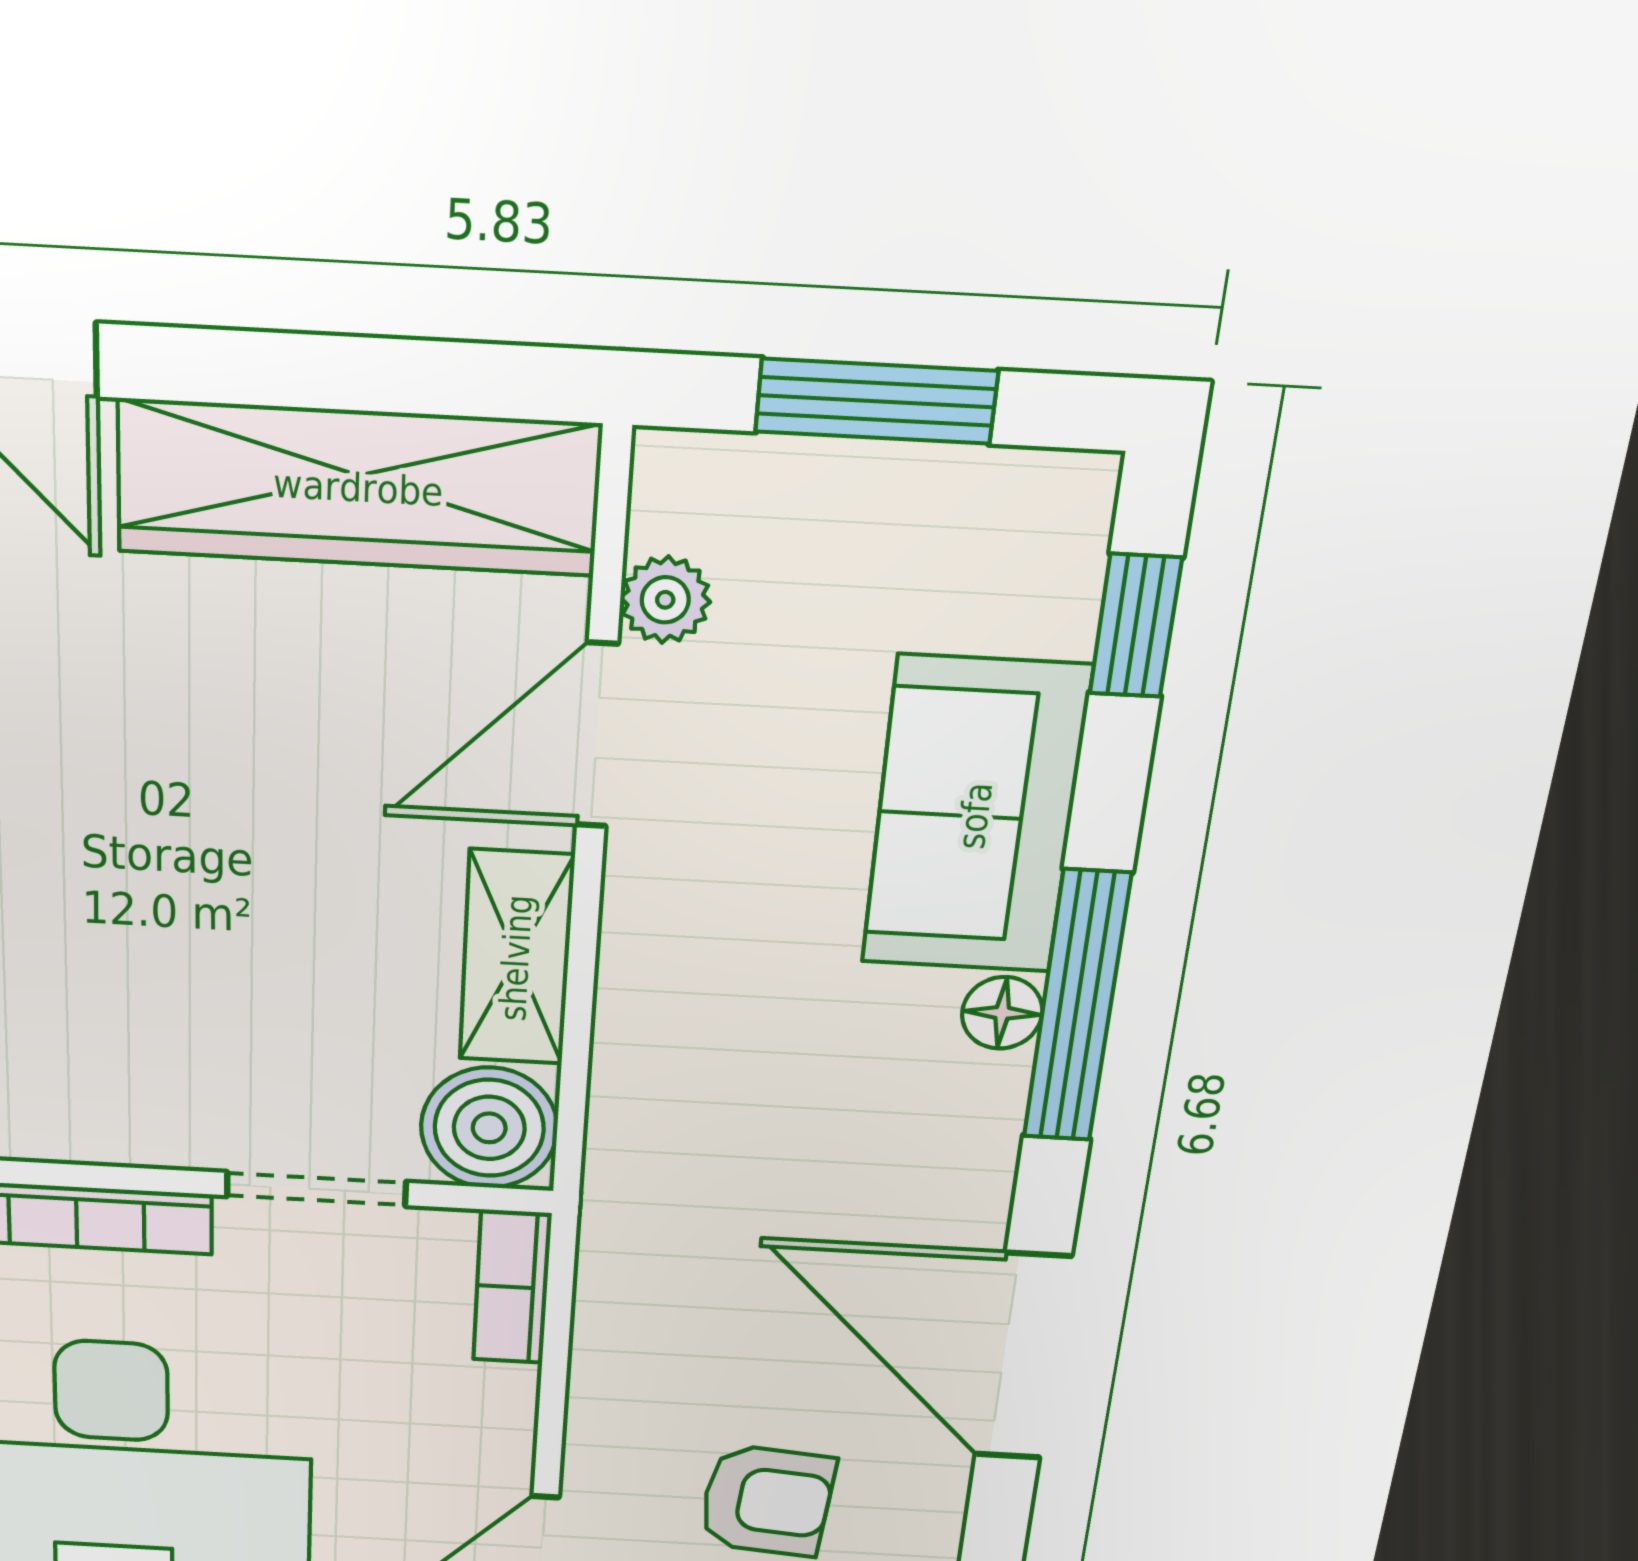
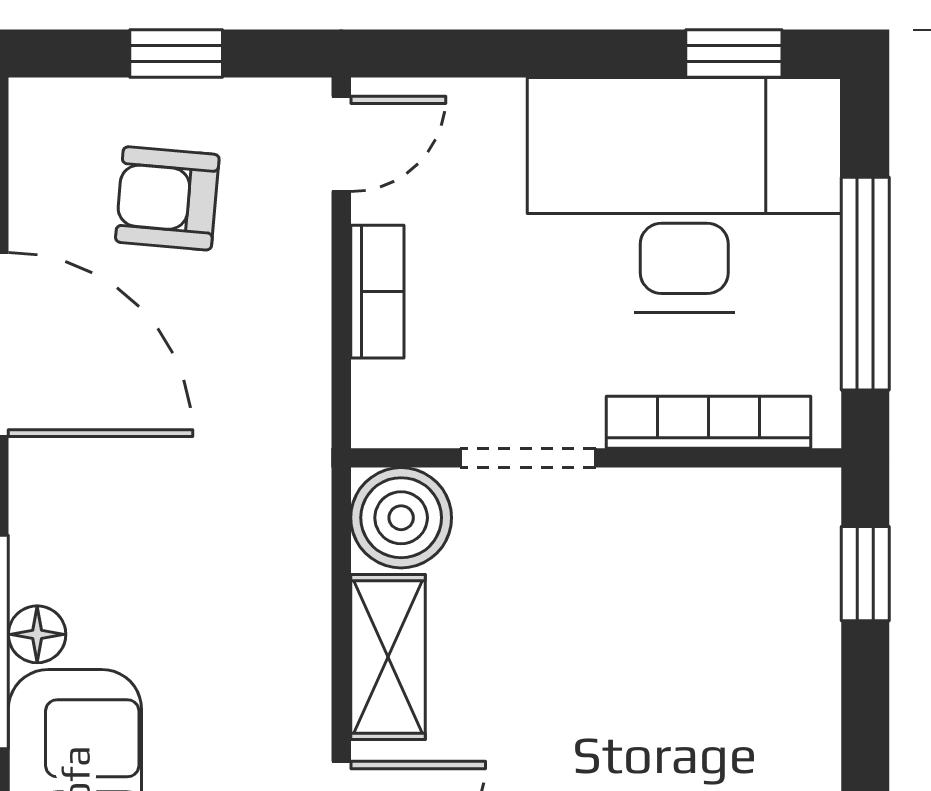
bookcase: (512, 1287) -> (377, 292), moved

